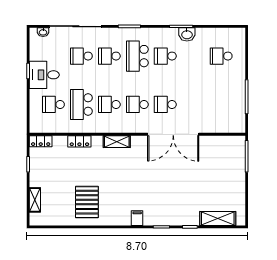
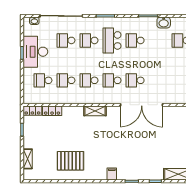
washbasin: (187, 34) -> (164, 23), moved
desk: (44, 75) -> (35, 52), width x1.37
school desk: (81, 104) -> (66, 80), width x0.54
locker: (79, 141) -> (52, 111), moved
pallet: (87, 202) -> (70, 161), turned 90

